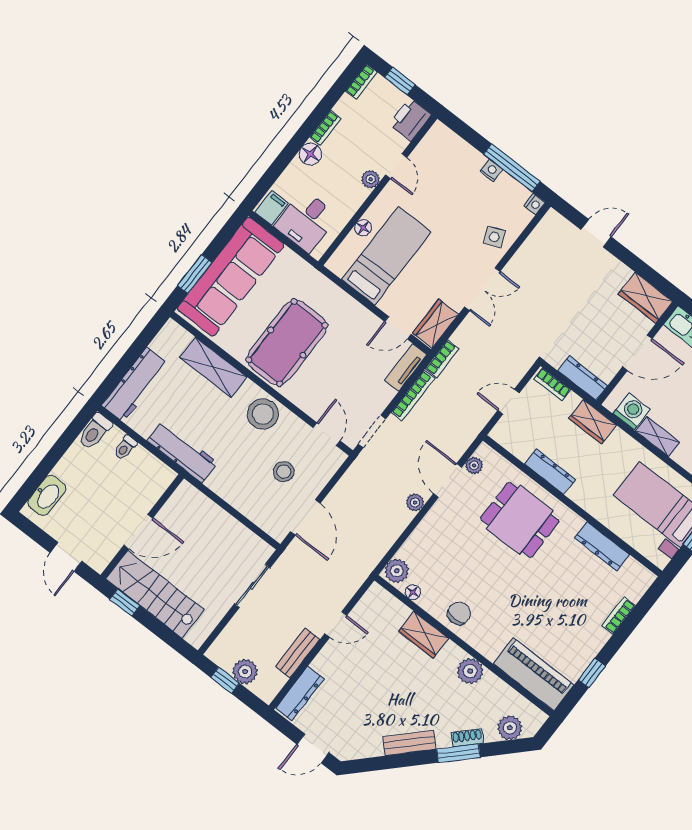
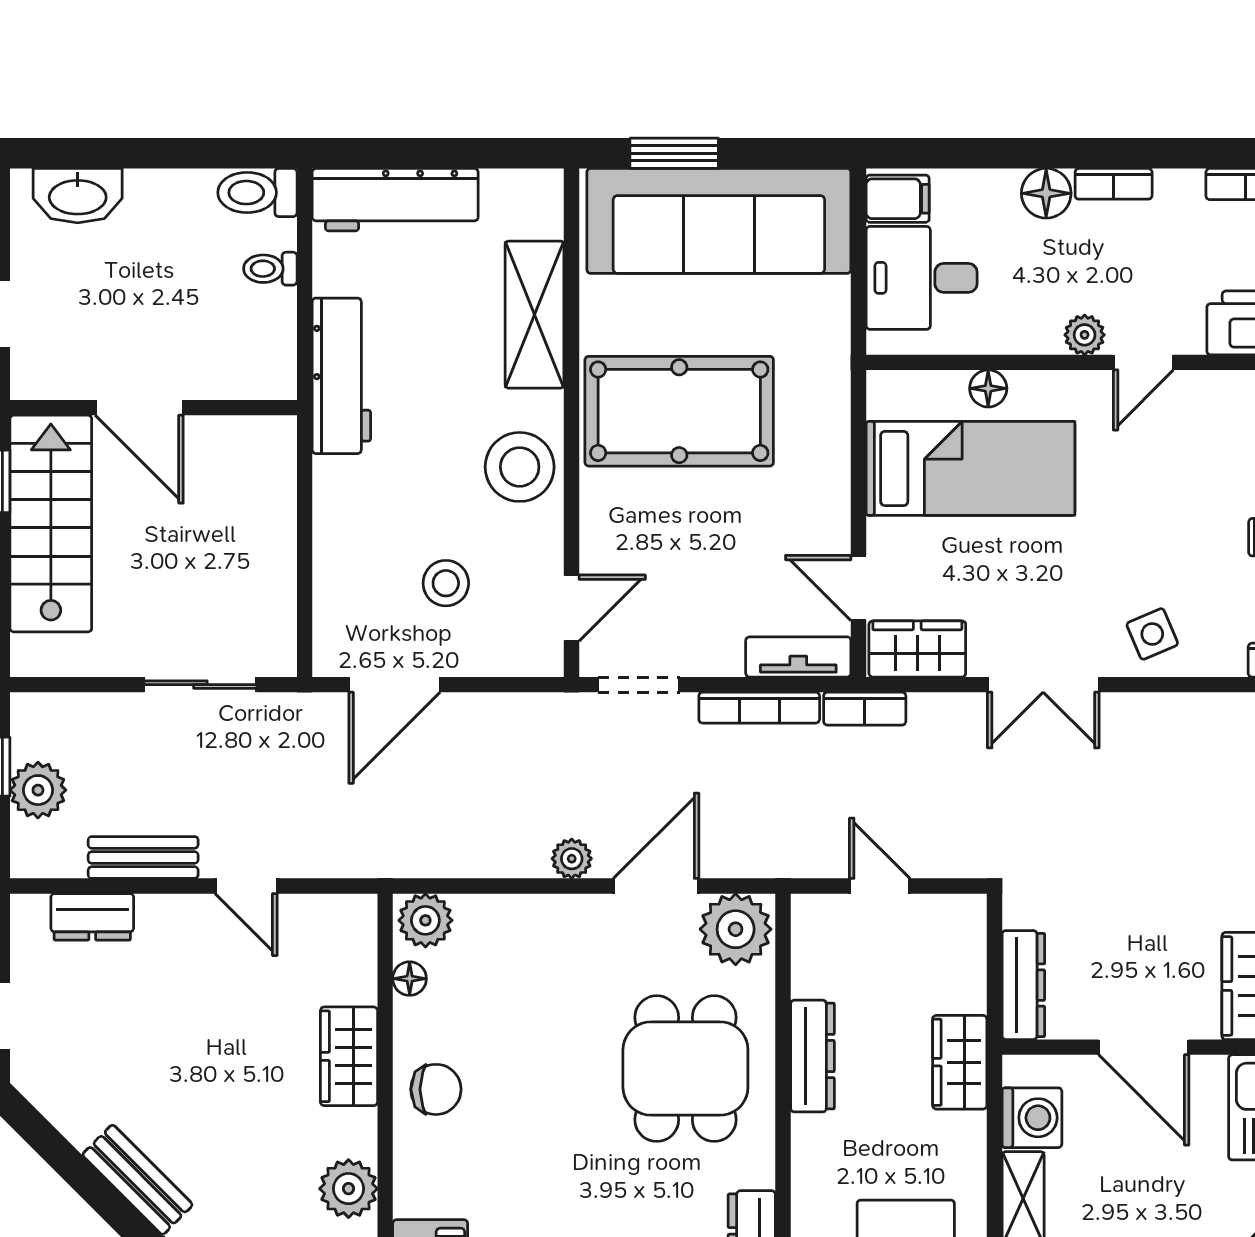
bookcase: (552, 384) -> (971, 940), removed
plant: (474, 465) -> (736, 929), width x1.87, depth x1.87
dresser: (300, 693) -> (92, 917), width x0.70

